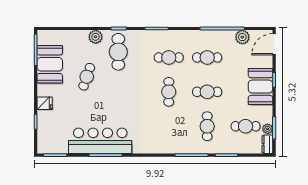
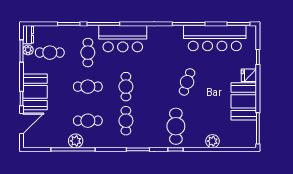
plant: (96, 37) -> (212, 141), moved
plant: (242, 37) -> (76, 141), moved
door: (274, 44) -> (22, 123), moved
cafe table: (169, 57) -> (126, 121), turned 90
booth: (50, 64) -> (244, 101), moved
cafe table: (87, 77) -> (187, 82), moved
bar counter: (172, 140) -> (123, 39), added
bar counter: (100, 141) -> (215, 38), moved

